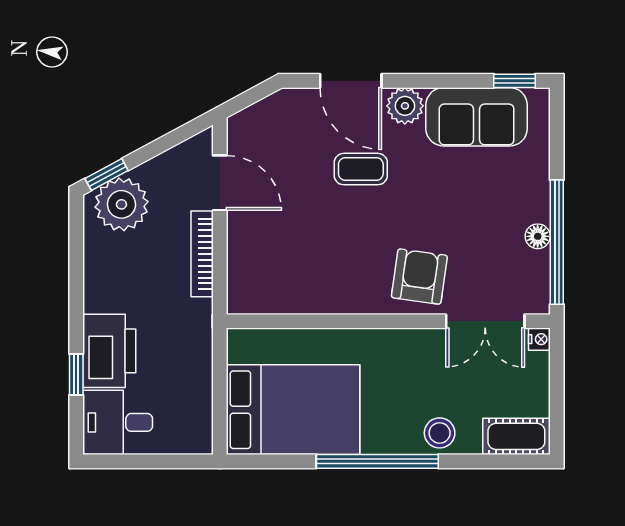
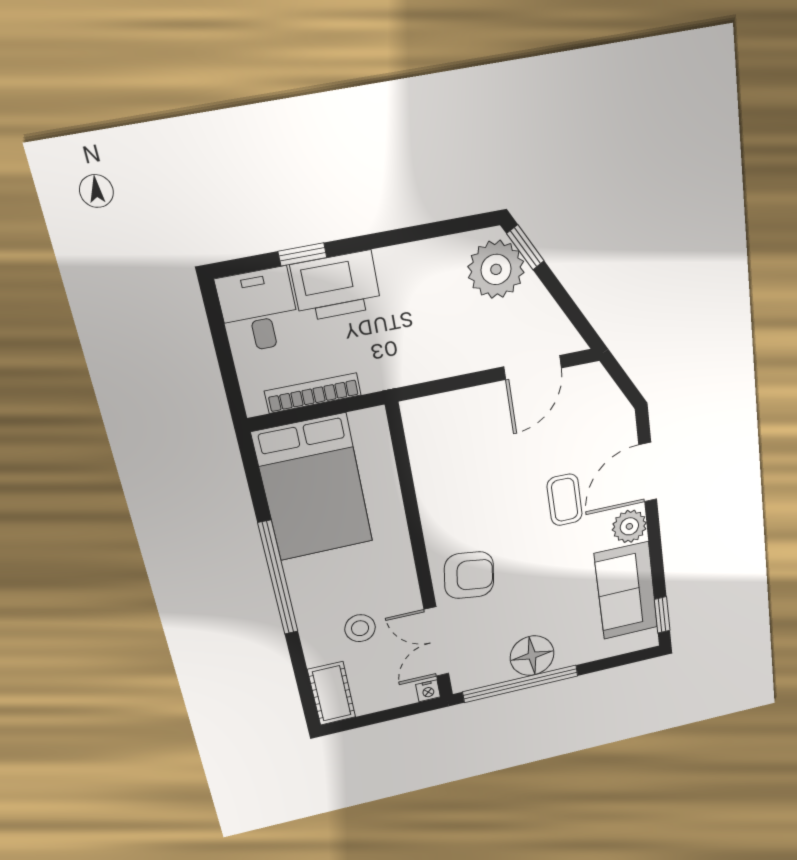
floor lamp: (538, 236) -> (532, 656), width x1.89, depth x1.89
bookcase: (202, 254) -> (313, 393), moved
stool: (440, 433) -> (360, 628), moved

